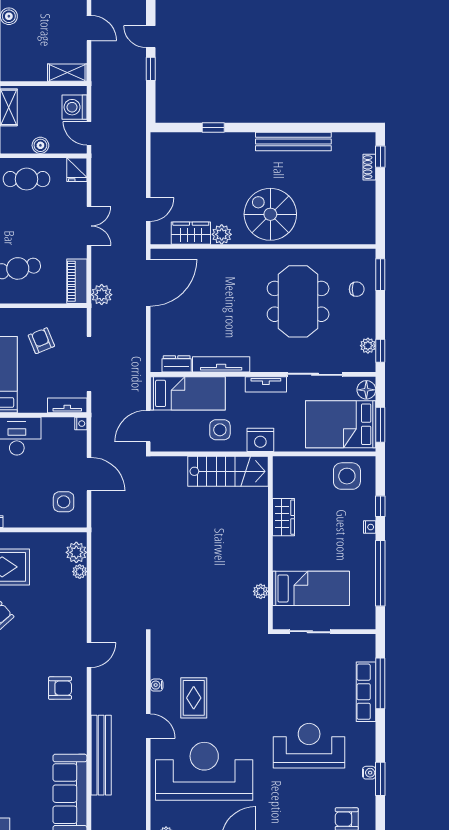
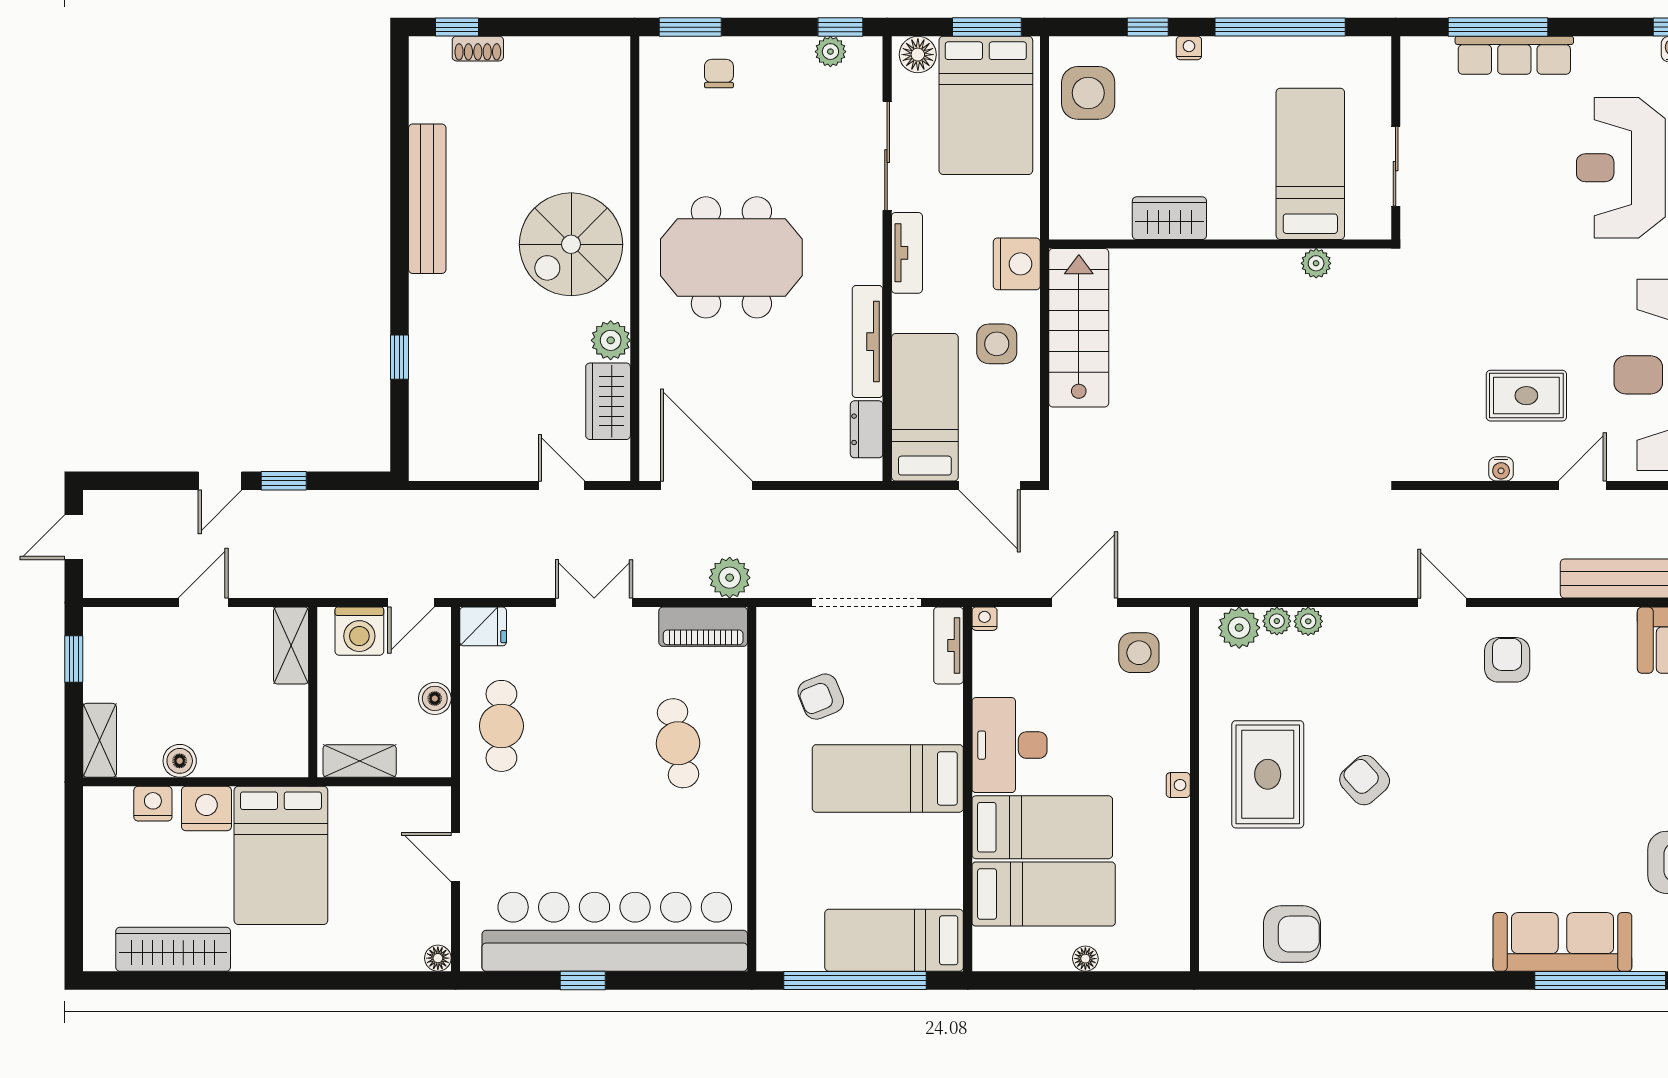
meeting table: (298, 301) -> (731, 257), moved
plant: (79, 587) -> (1308, 621), added

